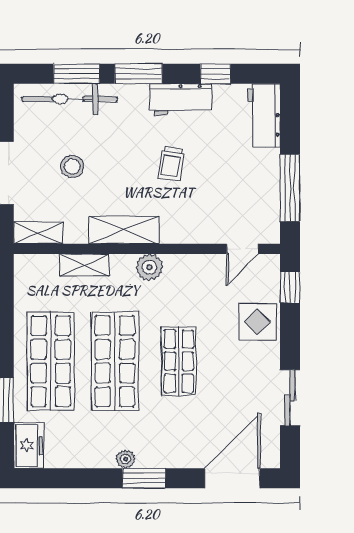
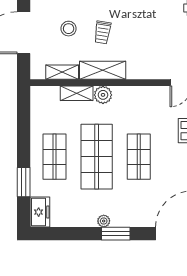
trolley: (171, 164) -> (103, 32), moved
shelving: (38, 233) -> (62, 72), moved
plant: (149, 267) -> (103, 95), moved
shop shelf: (51, 361) -> (54, 157), width x0.70, depth x0.74

